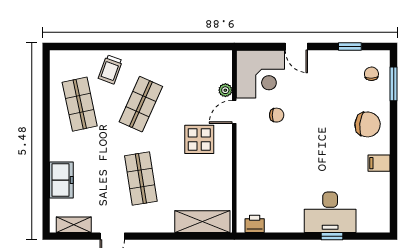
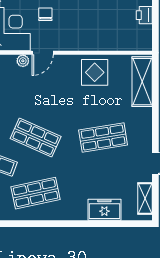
door: (234, 112) -> (43, 53), hinge flipped
display table: (199, 139) -> (95, 72), moved
printer: (255, 224) -> (144, 15), moved

